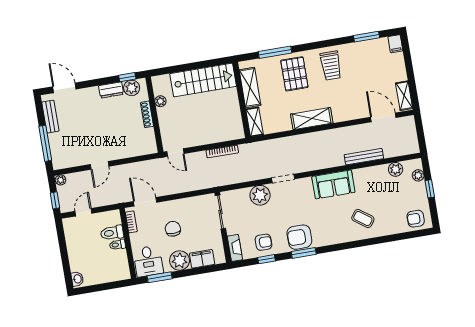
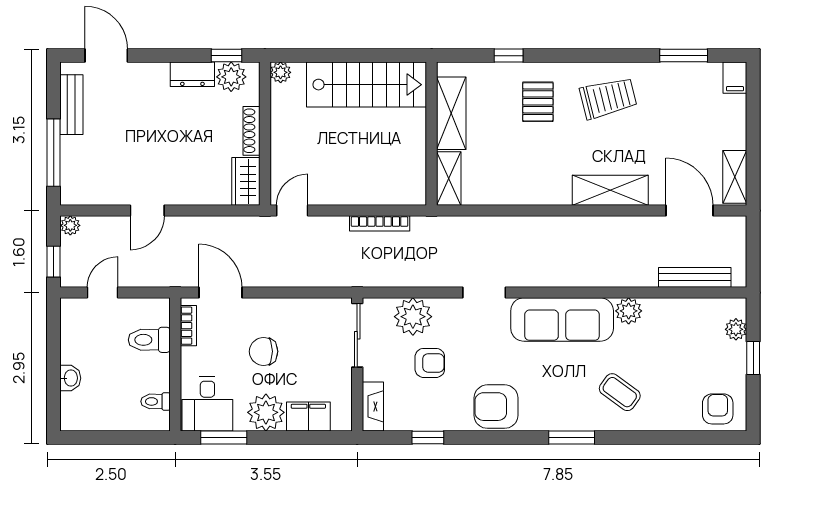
window: (275, 52) -> (509, 56), width x0.46
trolley: (331, 66) -> (608, 98), turned -104
pallet: (294, 74) -> (538, 102), width x0.67, depth x0.71
plant: (160, 101) -> (281, 72), moved
shelving: (312, 119) -> (610, 190), moved
wardrobe: (149, 141) -> (246, 181), added
door: (175, 153) -> (292, 211), swing flipped
bench: (364, 157) -> (695, 277), moved
plant: (396, 169) -> (629, 311), moved
sofa: (333, 184) -> (562, 320), width x1.36
plant: (260, 195) -> (413, 317), moved
armchair: (416, 219) -> (718, 409), turned 90
chair: (173, 229) -> (264, 351), turned -90
armchair: (263, 242) -> (430, 363), moved
toilet: (117, 245) -> (156, 401), moved
window: (304, 253) -> (572, 437), moved
washbasin: (77, 279) -> (70, 378), moved

